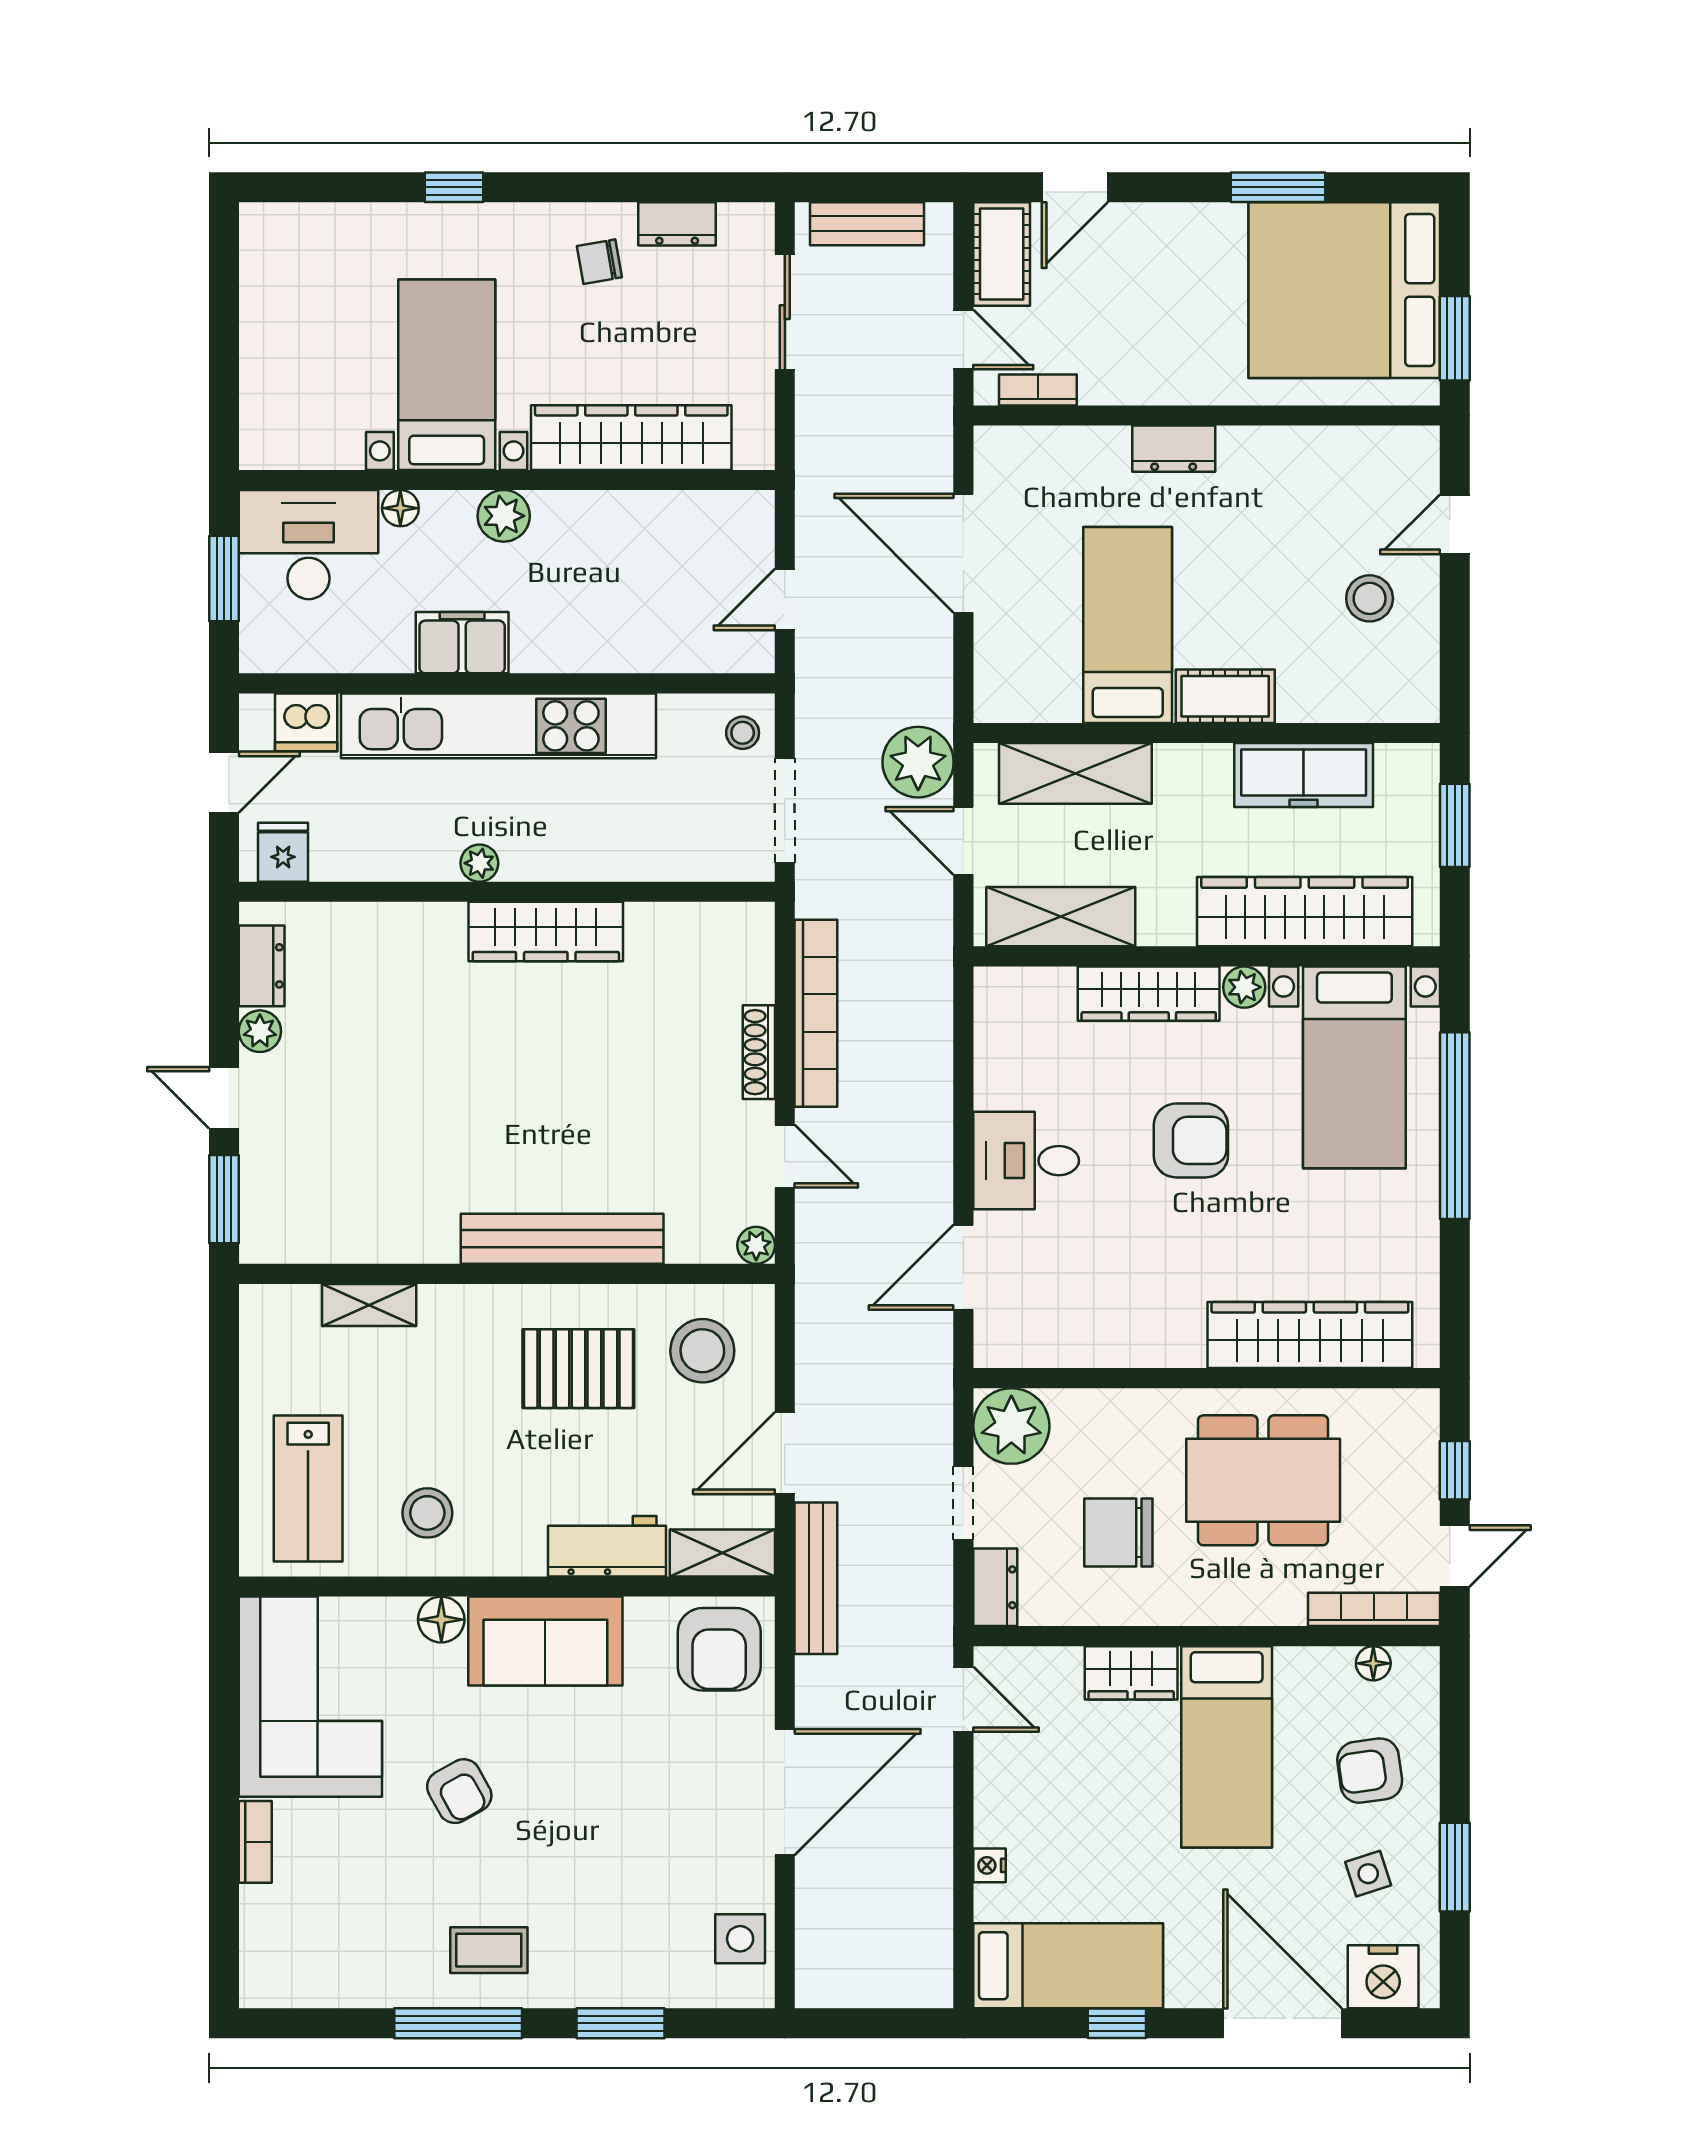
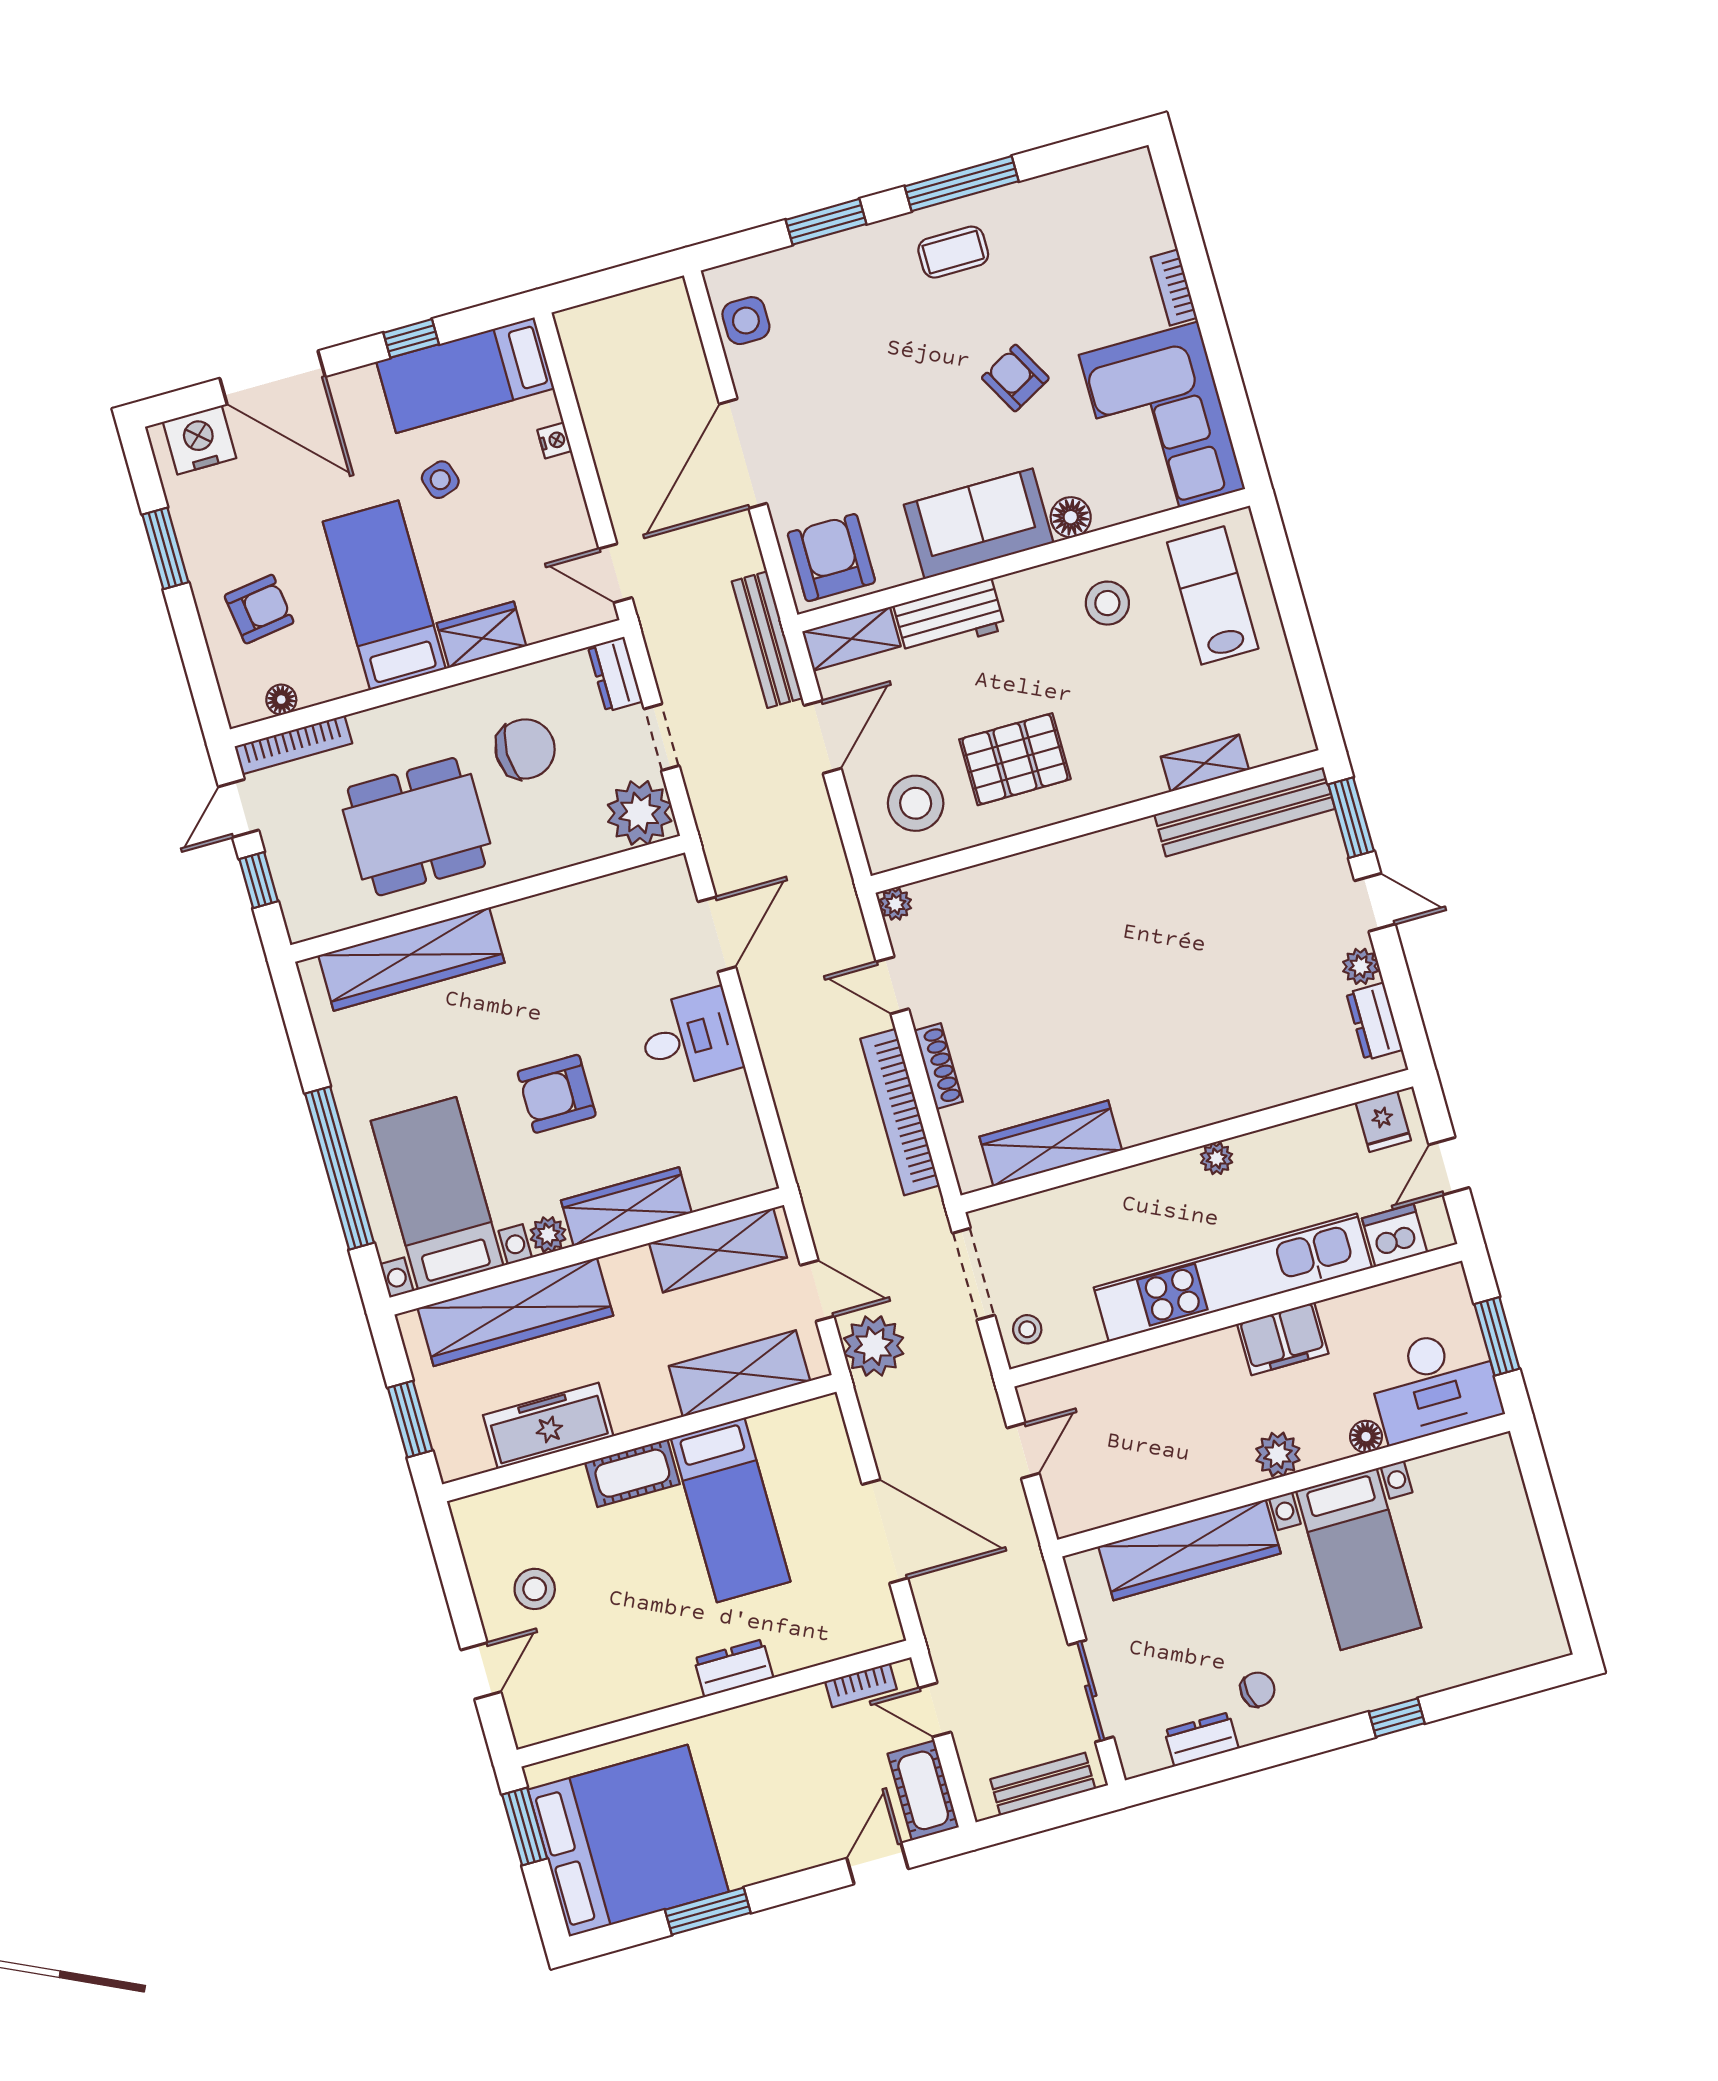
wardrobe: (546, 932) -> (1051, 1143), moved
bench: (562, 1239) -> (1245, 812), moved
side table: (1368, 1874) -> (440, 480), moved

